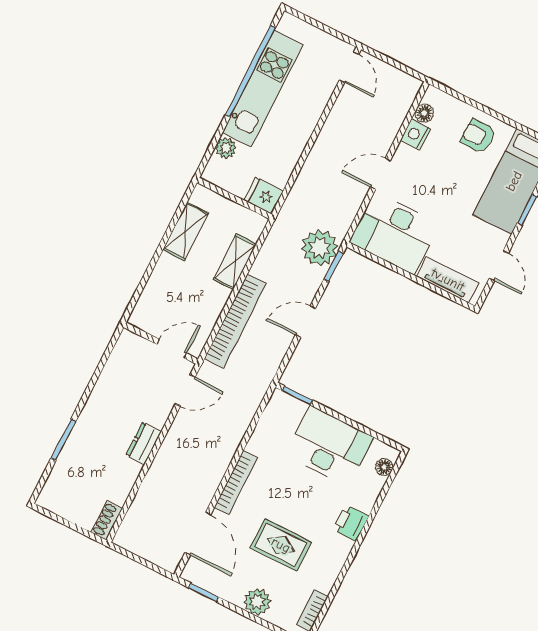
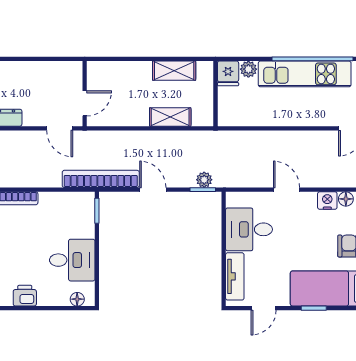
fridge: (264, 196) -> (228, 73), moved, turned 180
desk: (395, 233) -> (249, 229), width x0.73
plant: (320, 248) -> (204, 180), width x0.53, depth x0.53
bookcase: (235, 321) -> (101, 179), moved, turned 180
door: (172, 349) -> (85, 103), hinge flipped
desk: (329, 446) -> (72, 260), width x0.73

